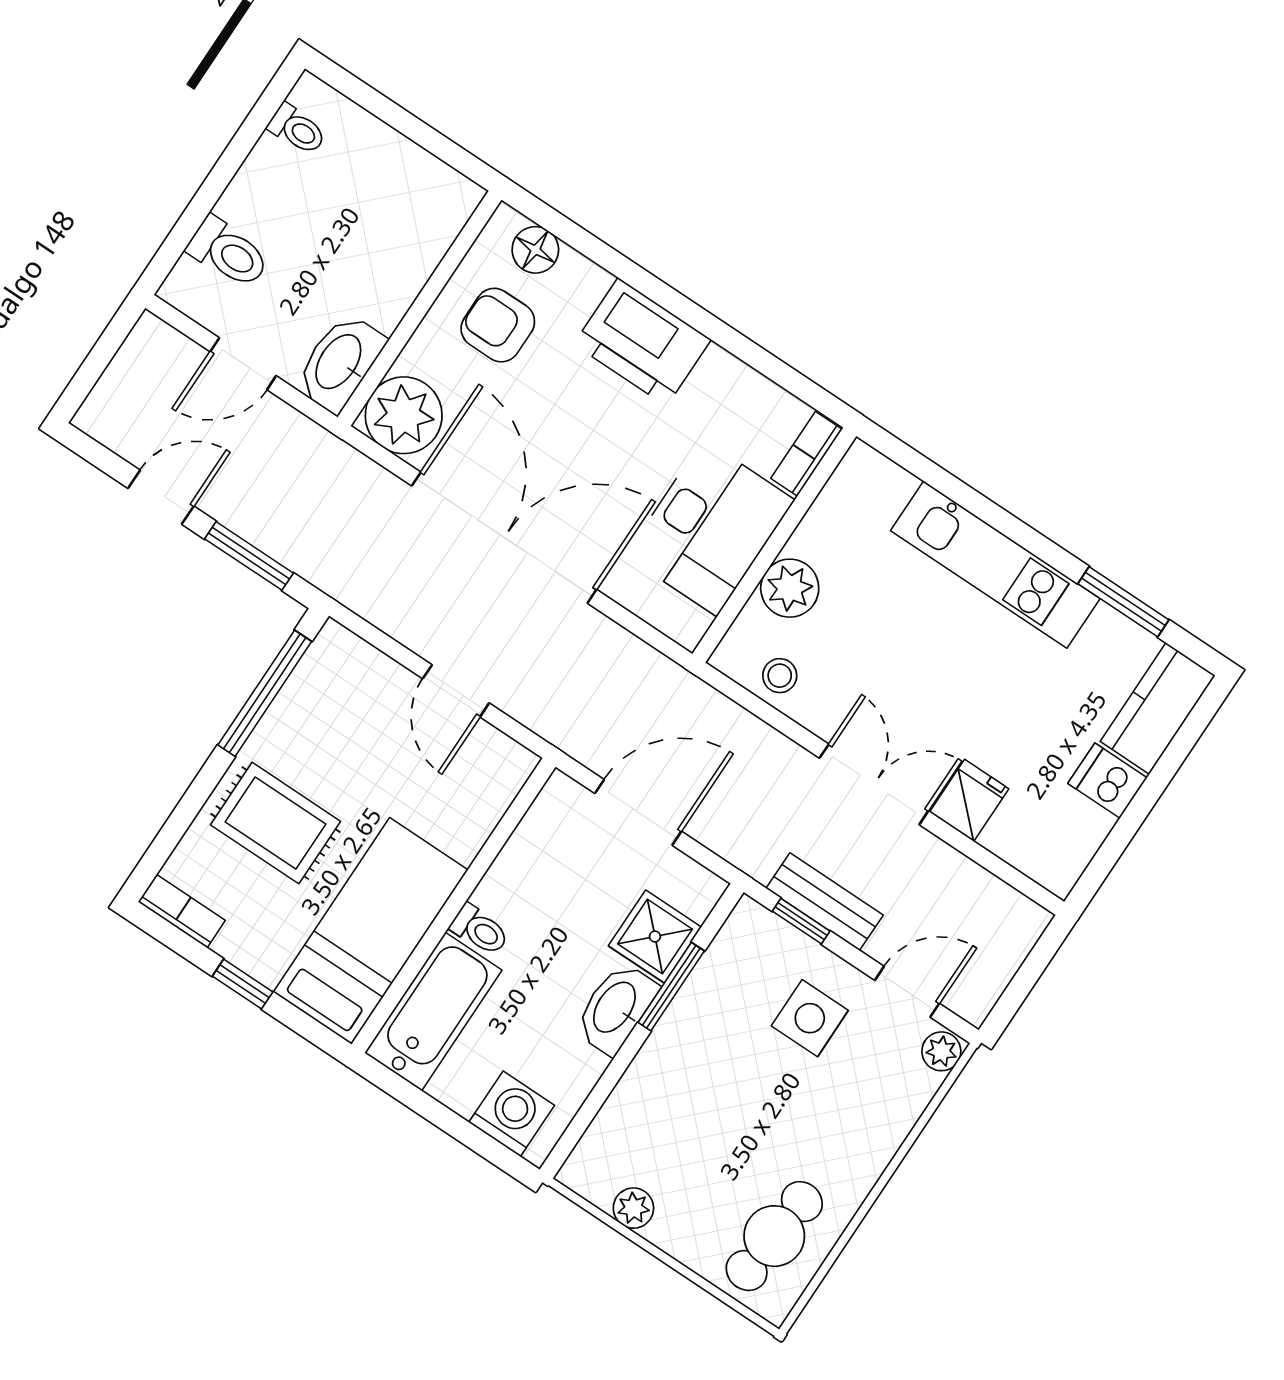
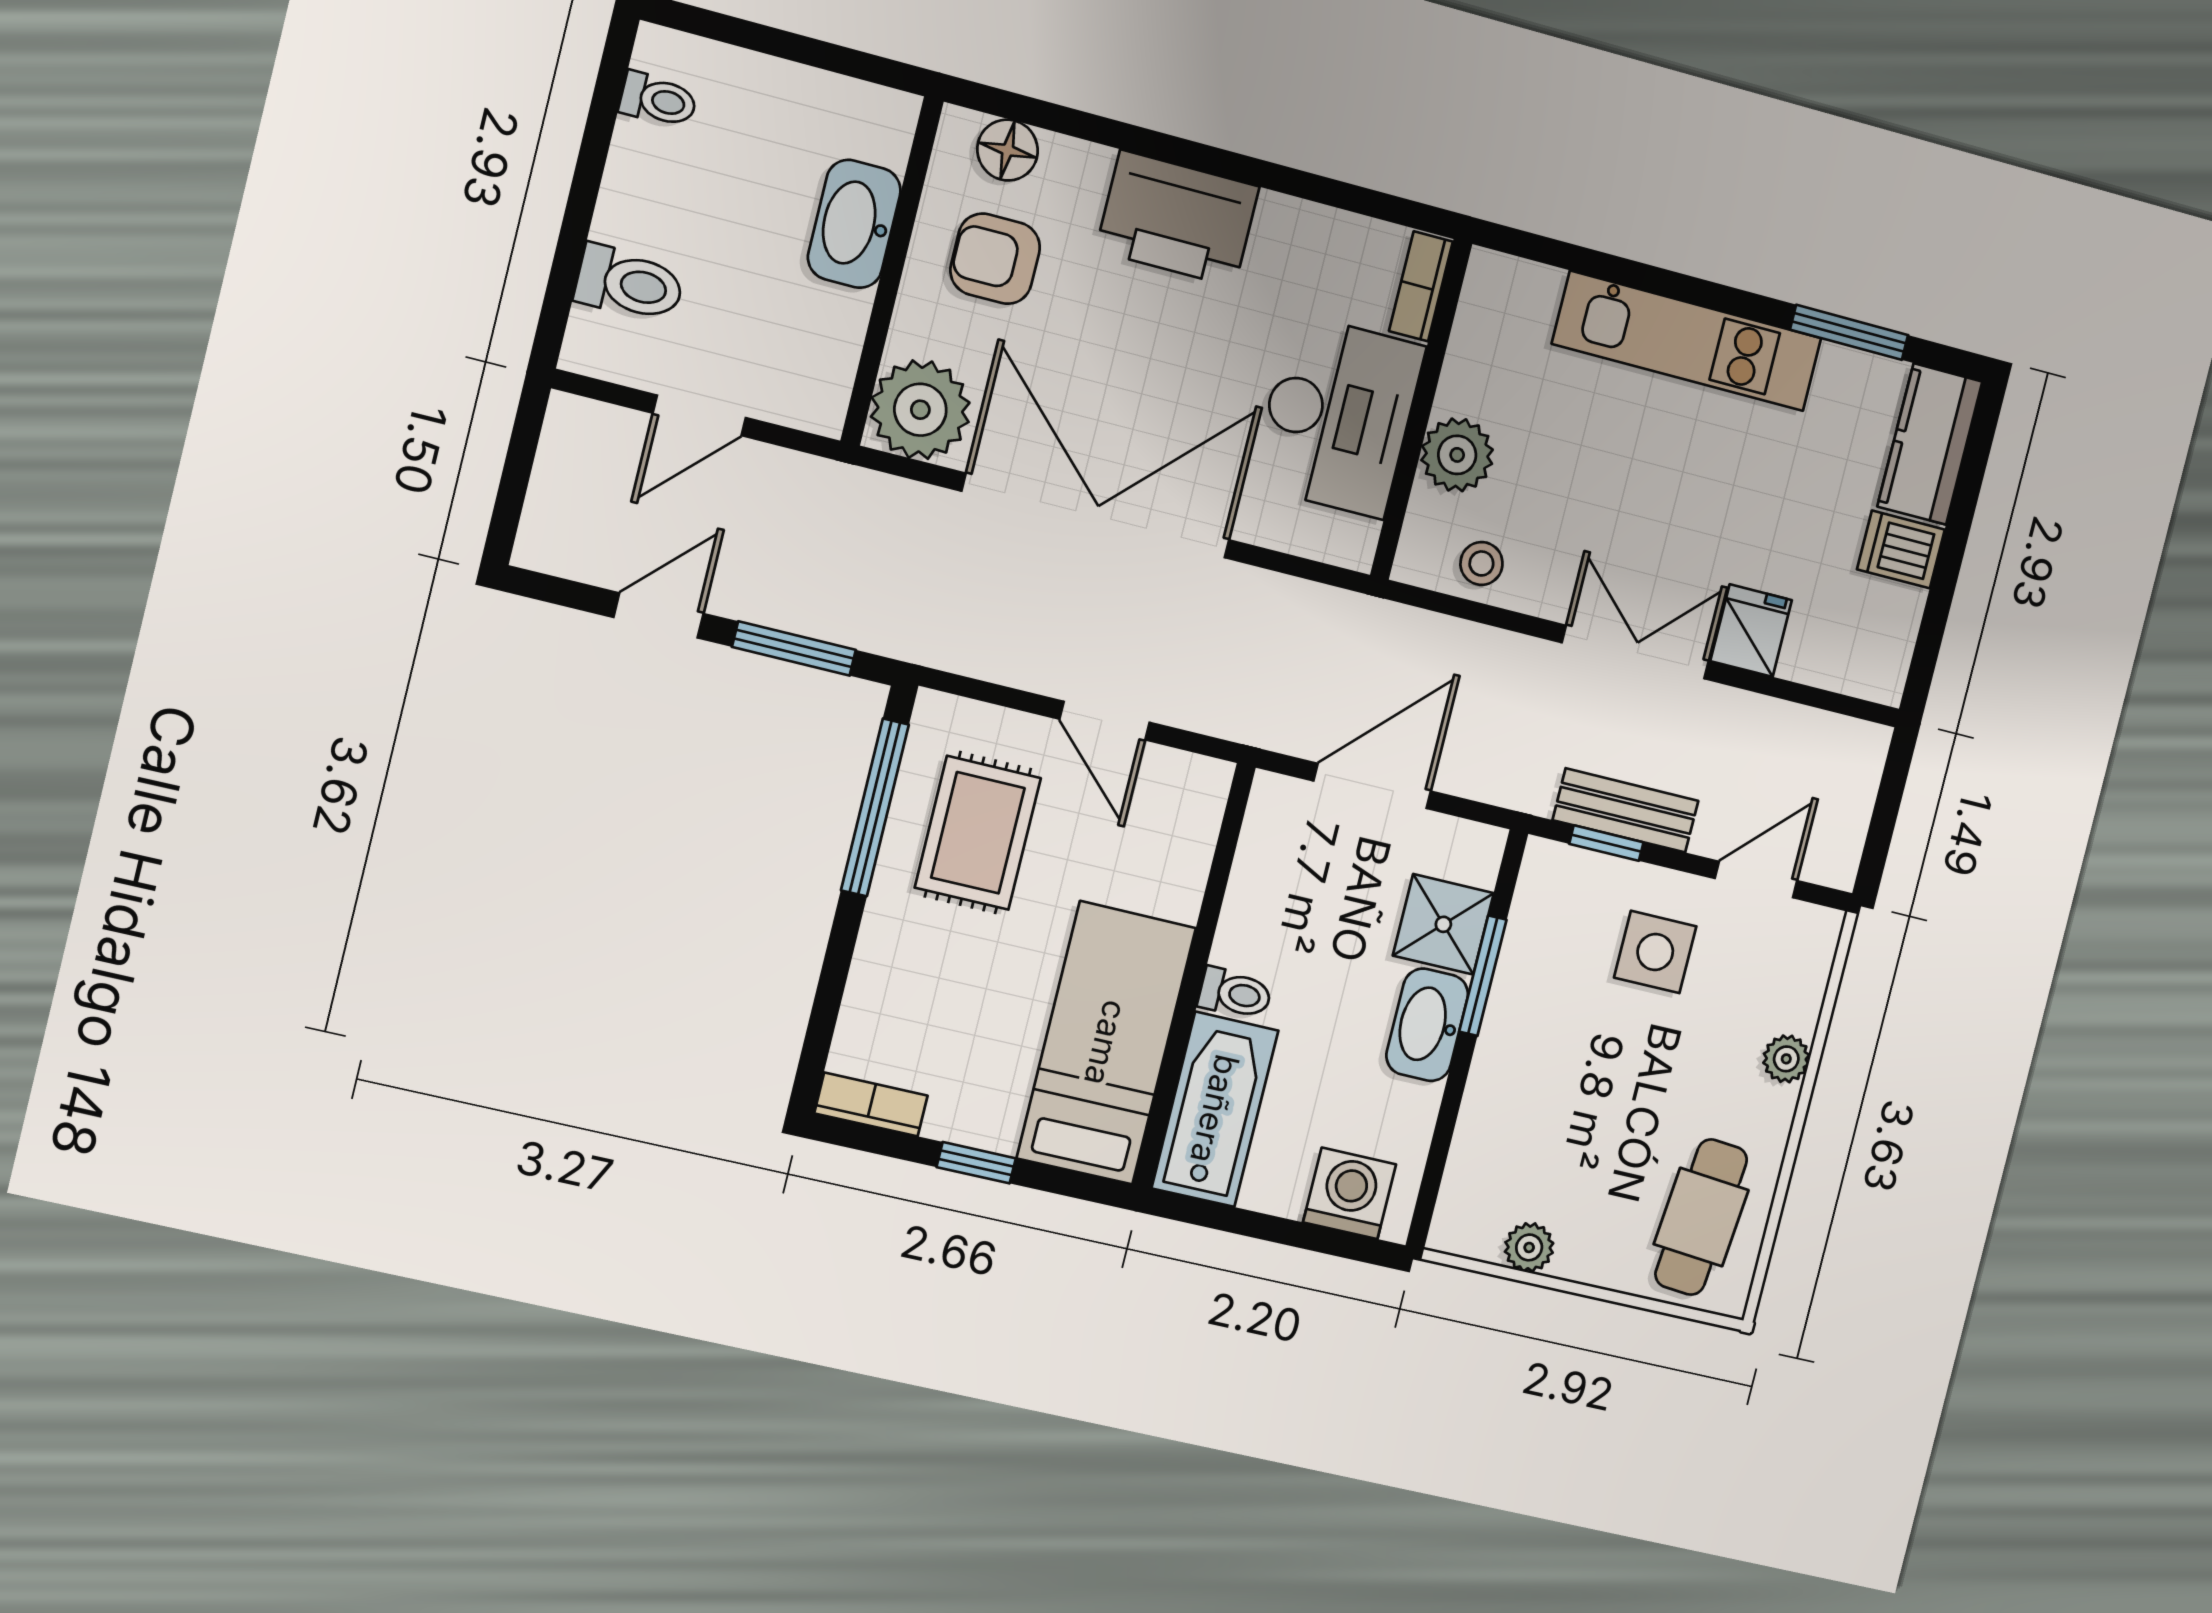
washbasin: (340, 363) -> (854, 224), moved
rug: (275, 823) -> (978, 833), moved, turned 90
plant: (941, 1051) -> (1786, 1059), moved

